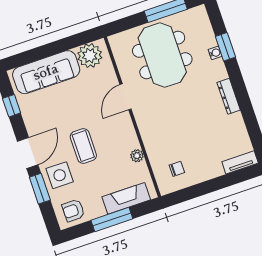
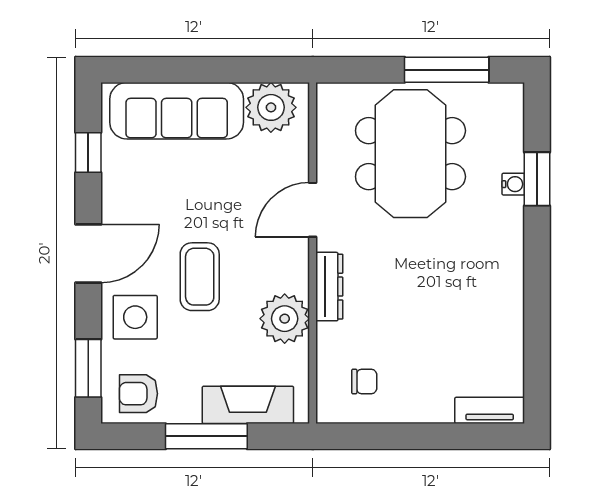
dresser: (229, 96) -> (329, 287), moved, turned 180
plant: (137, 156) -> (285, 319), width x1.87, depth x1.87
window: (40, 189) -> (88, 368), moved

